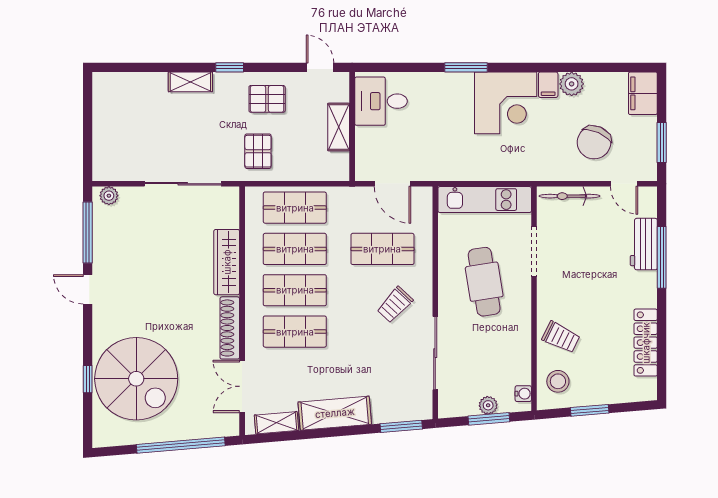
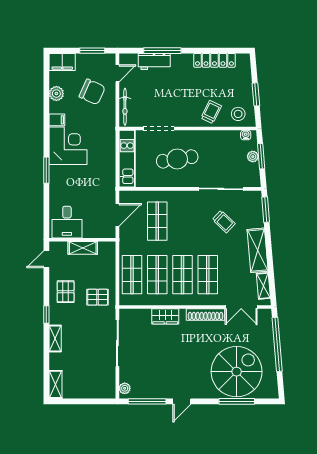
shelving: (115, 82) -> (55, 384), added
plant: (572, 84) -> (56, 94), moved
wardrobe: (227, 262) -> (165, 316), width x0.67
trolley: (395, 305) -> (224, 222), moved
window: (88, 379) -> (237, 401), width x2.17

